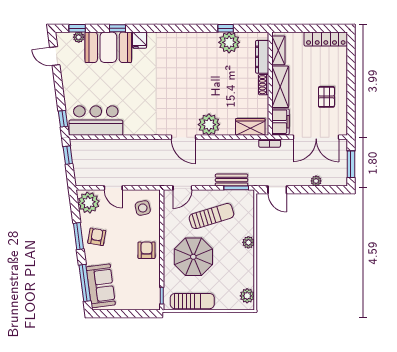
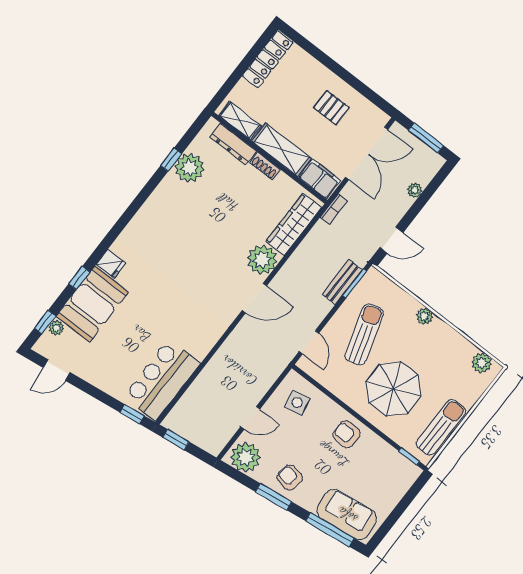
wardrobe: (250, 127) -> (294, 224), width x1.50

